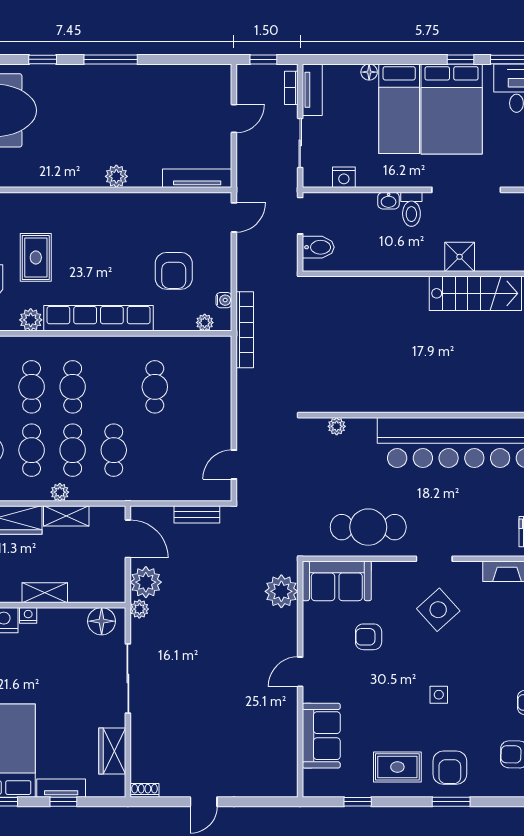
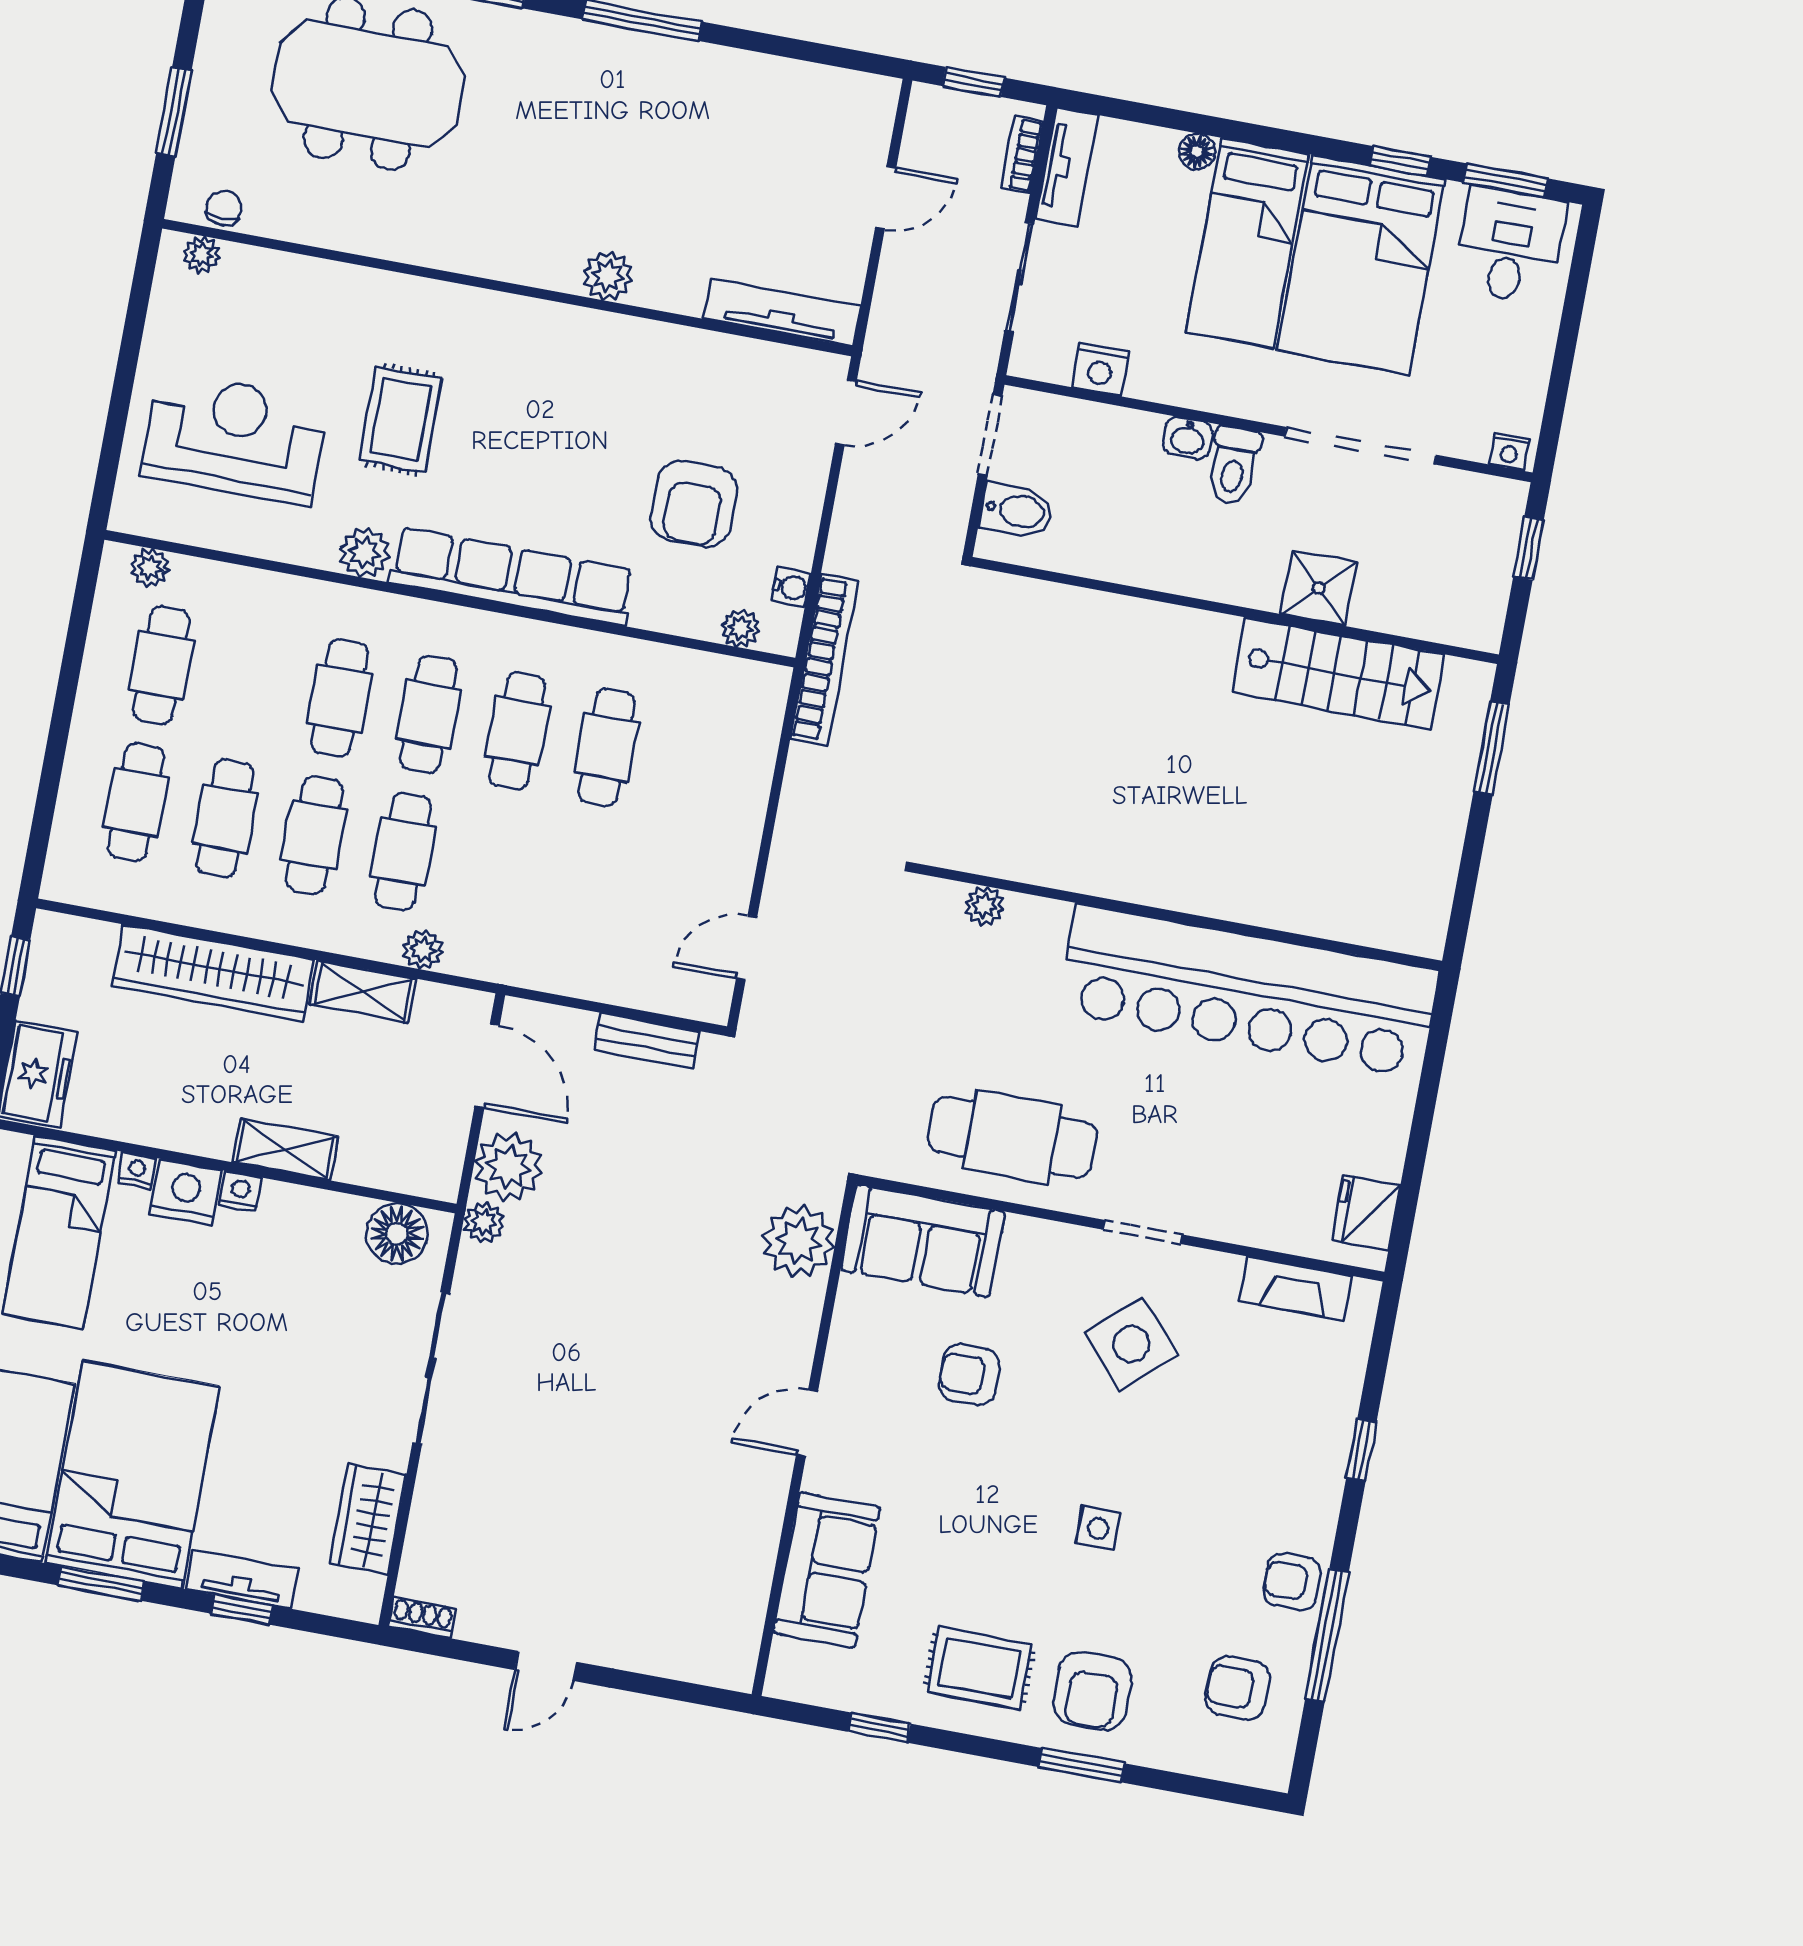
cafe table: (114, 450) -> (517, 731), moved
plant: (60, 492) -> (423, 950), moved

